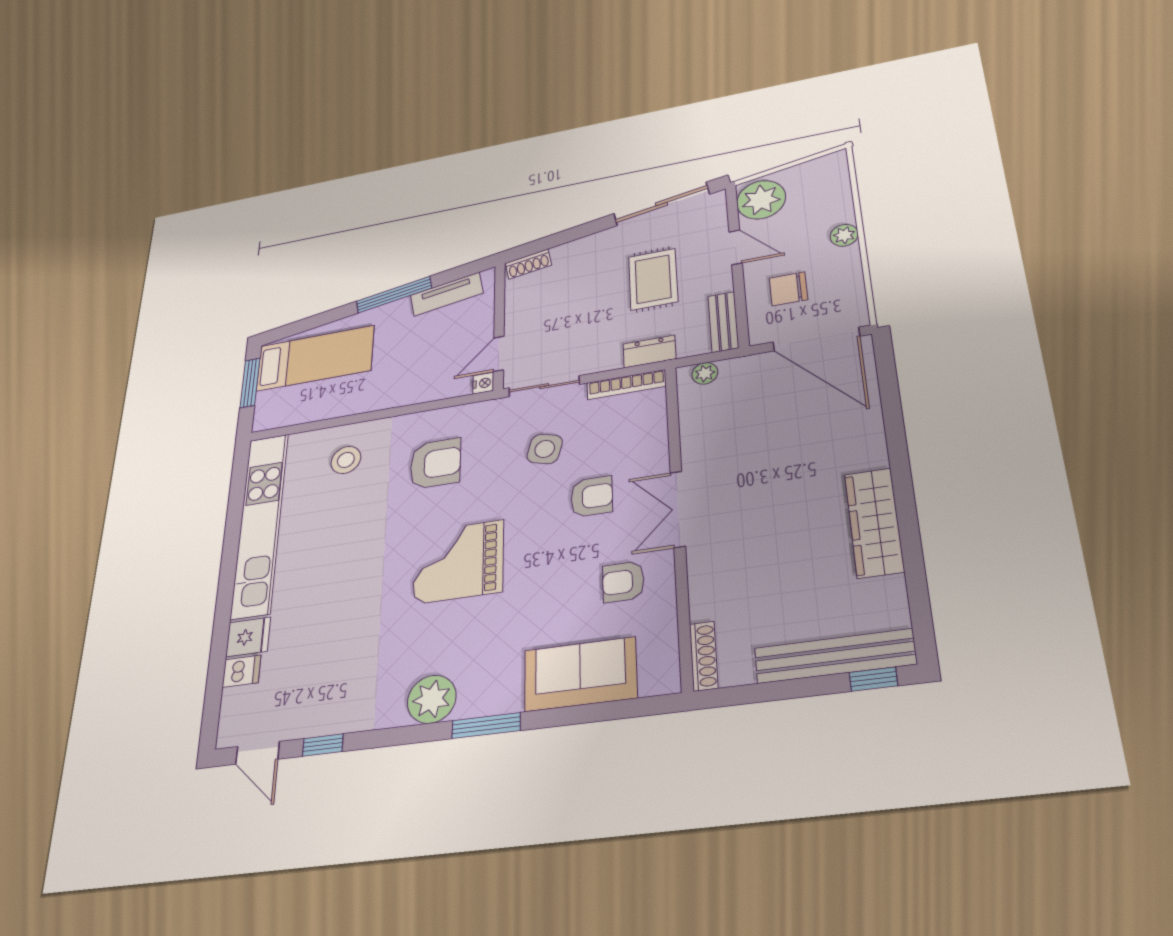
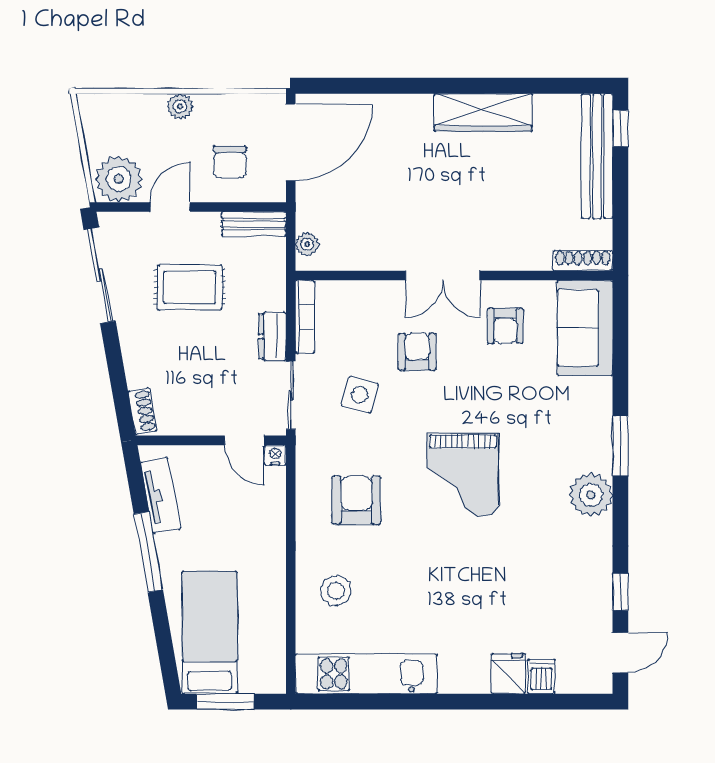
dresser: (649, 351) -> (272, 336), moved
kitchen unit: (260, 524) -> (366, 674), width x0.73
sofa: (580, 674) -> (585, 328), moved

